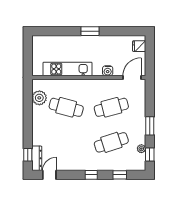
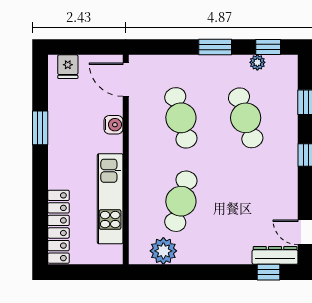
window: (90, 31) -> (40, 128), moved
locker: (52, 41) -> (58, 227), added

